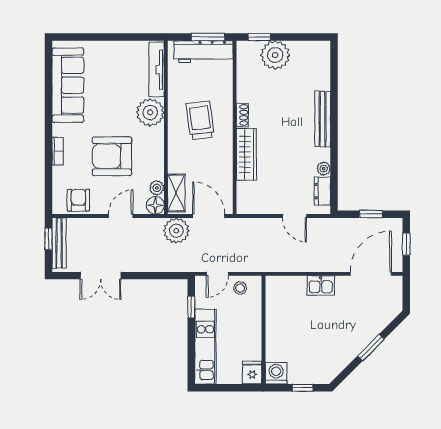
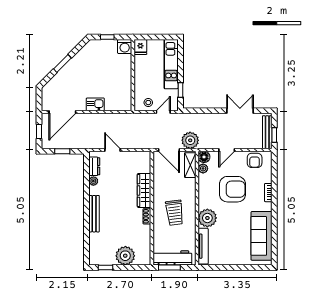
window: (259, 37) -> (106, 268), moved

